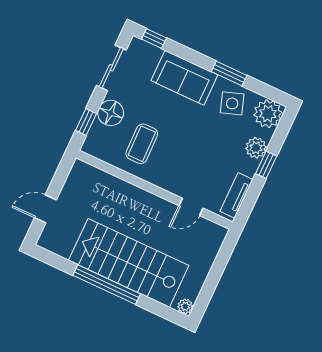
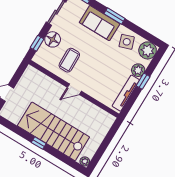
window: (229, 74) -> (115, 16), moved
tv unit: (236, 195) -> (126, 93), width x1.41
door: (191, 207) -> (74, 89), moved
window: (107, 285) -> (39, 143), width x0.32

